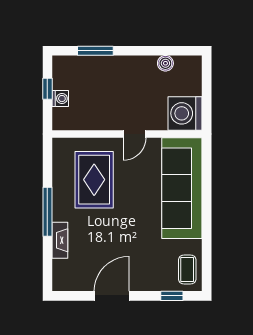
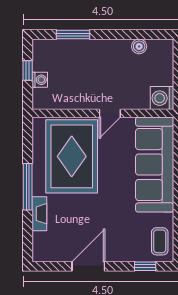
washing machine: (185, 113) -> (162, 98), width x0.73, depth x0.73
rug: (94, 180) -> (72, 156), width x1.37, depth x1.44

